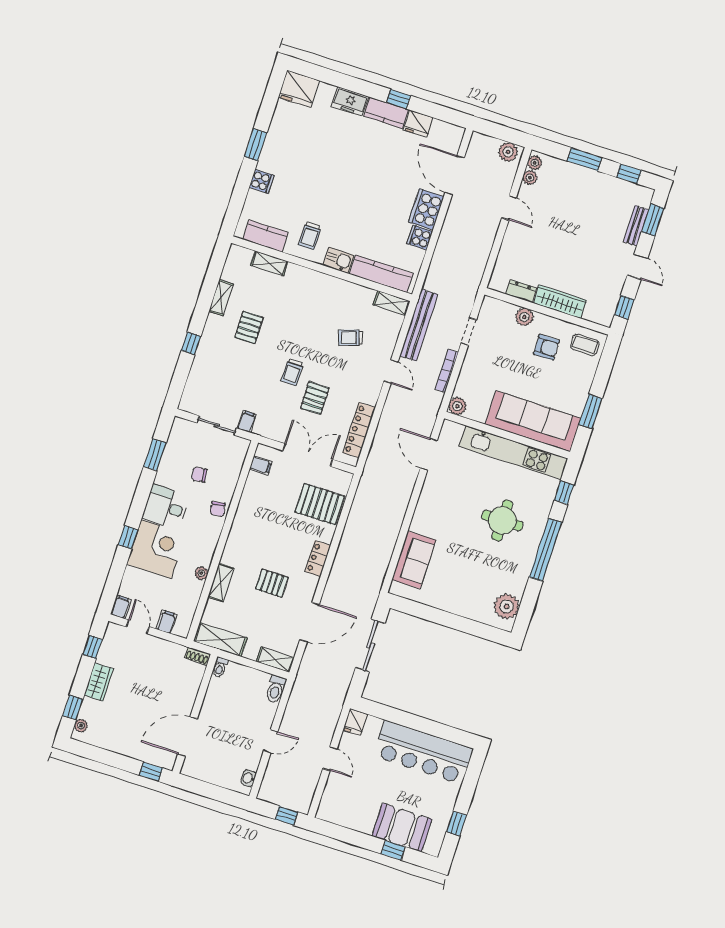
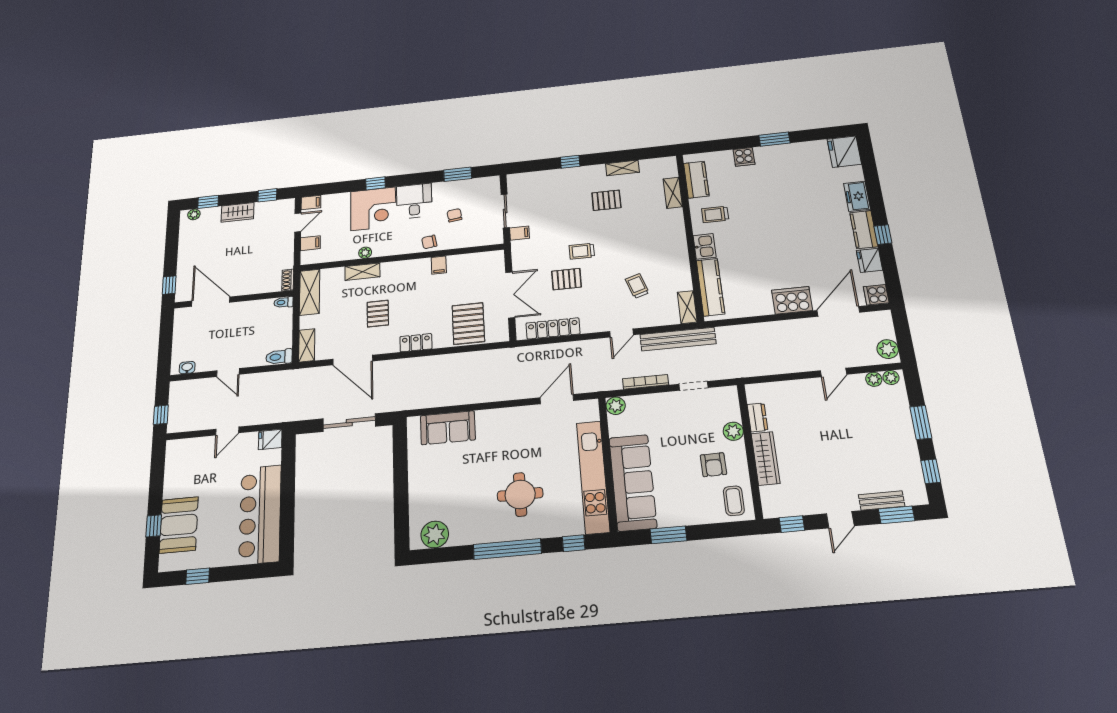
cooker: (420, 238) -> (876, 295), moved, turned -90
filing cabinet: (261, 465) -> (439, 265), moved

